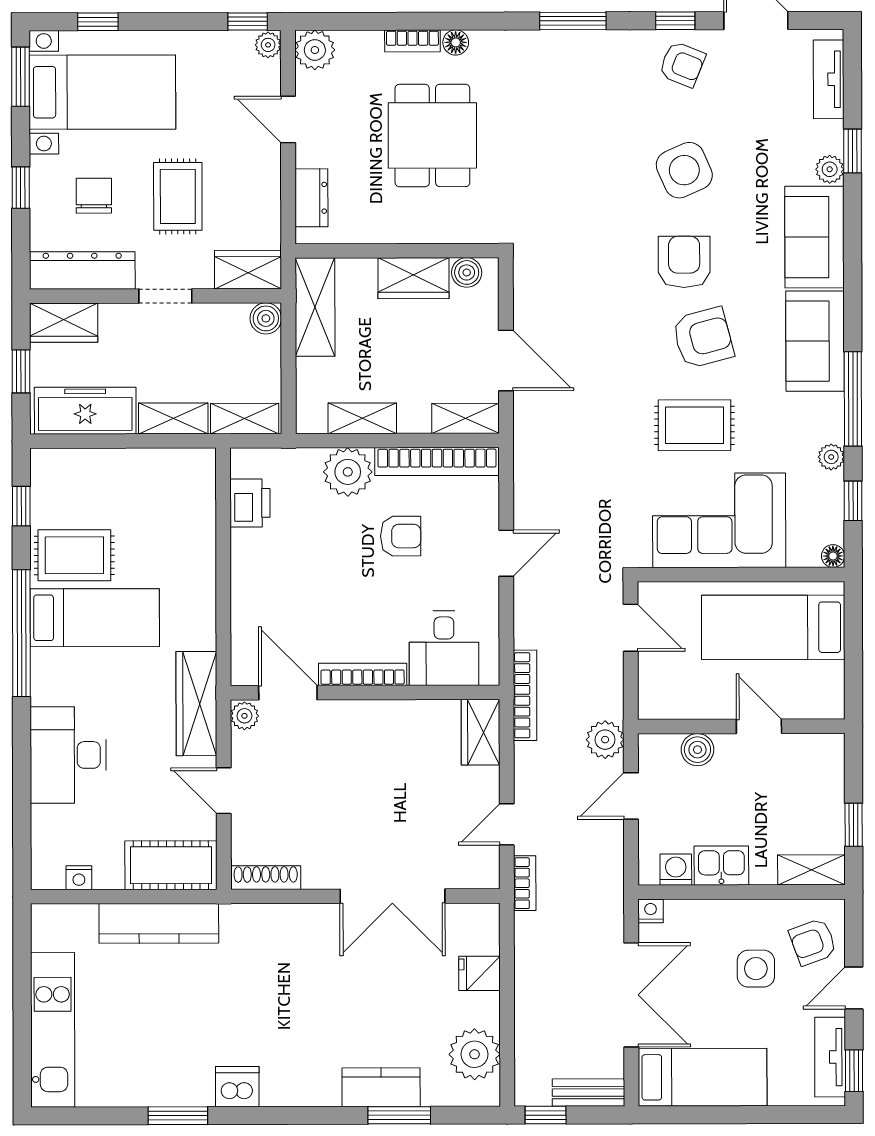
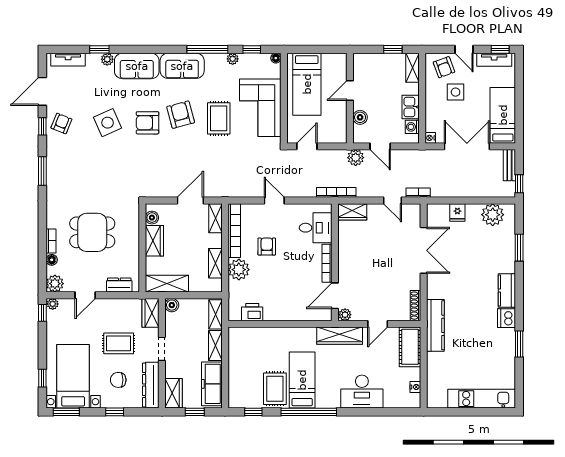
floor lamp: (456, 42) -> (52, 260), moved
kitchen counter: (159, 923) -> (435, 325), moved
kitchen counter: (381, 1087) -> (507, 291), moved

